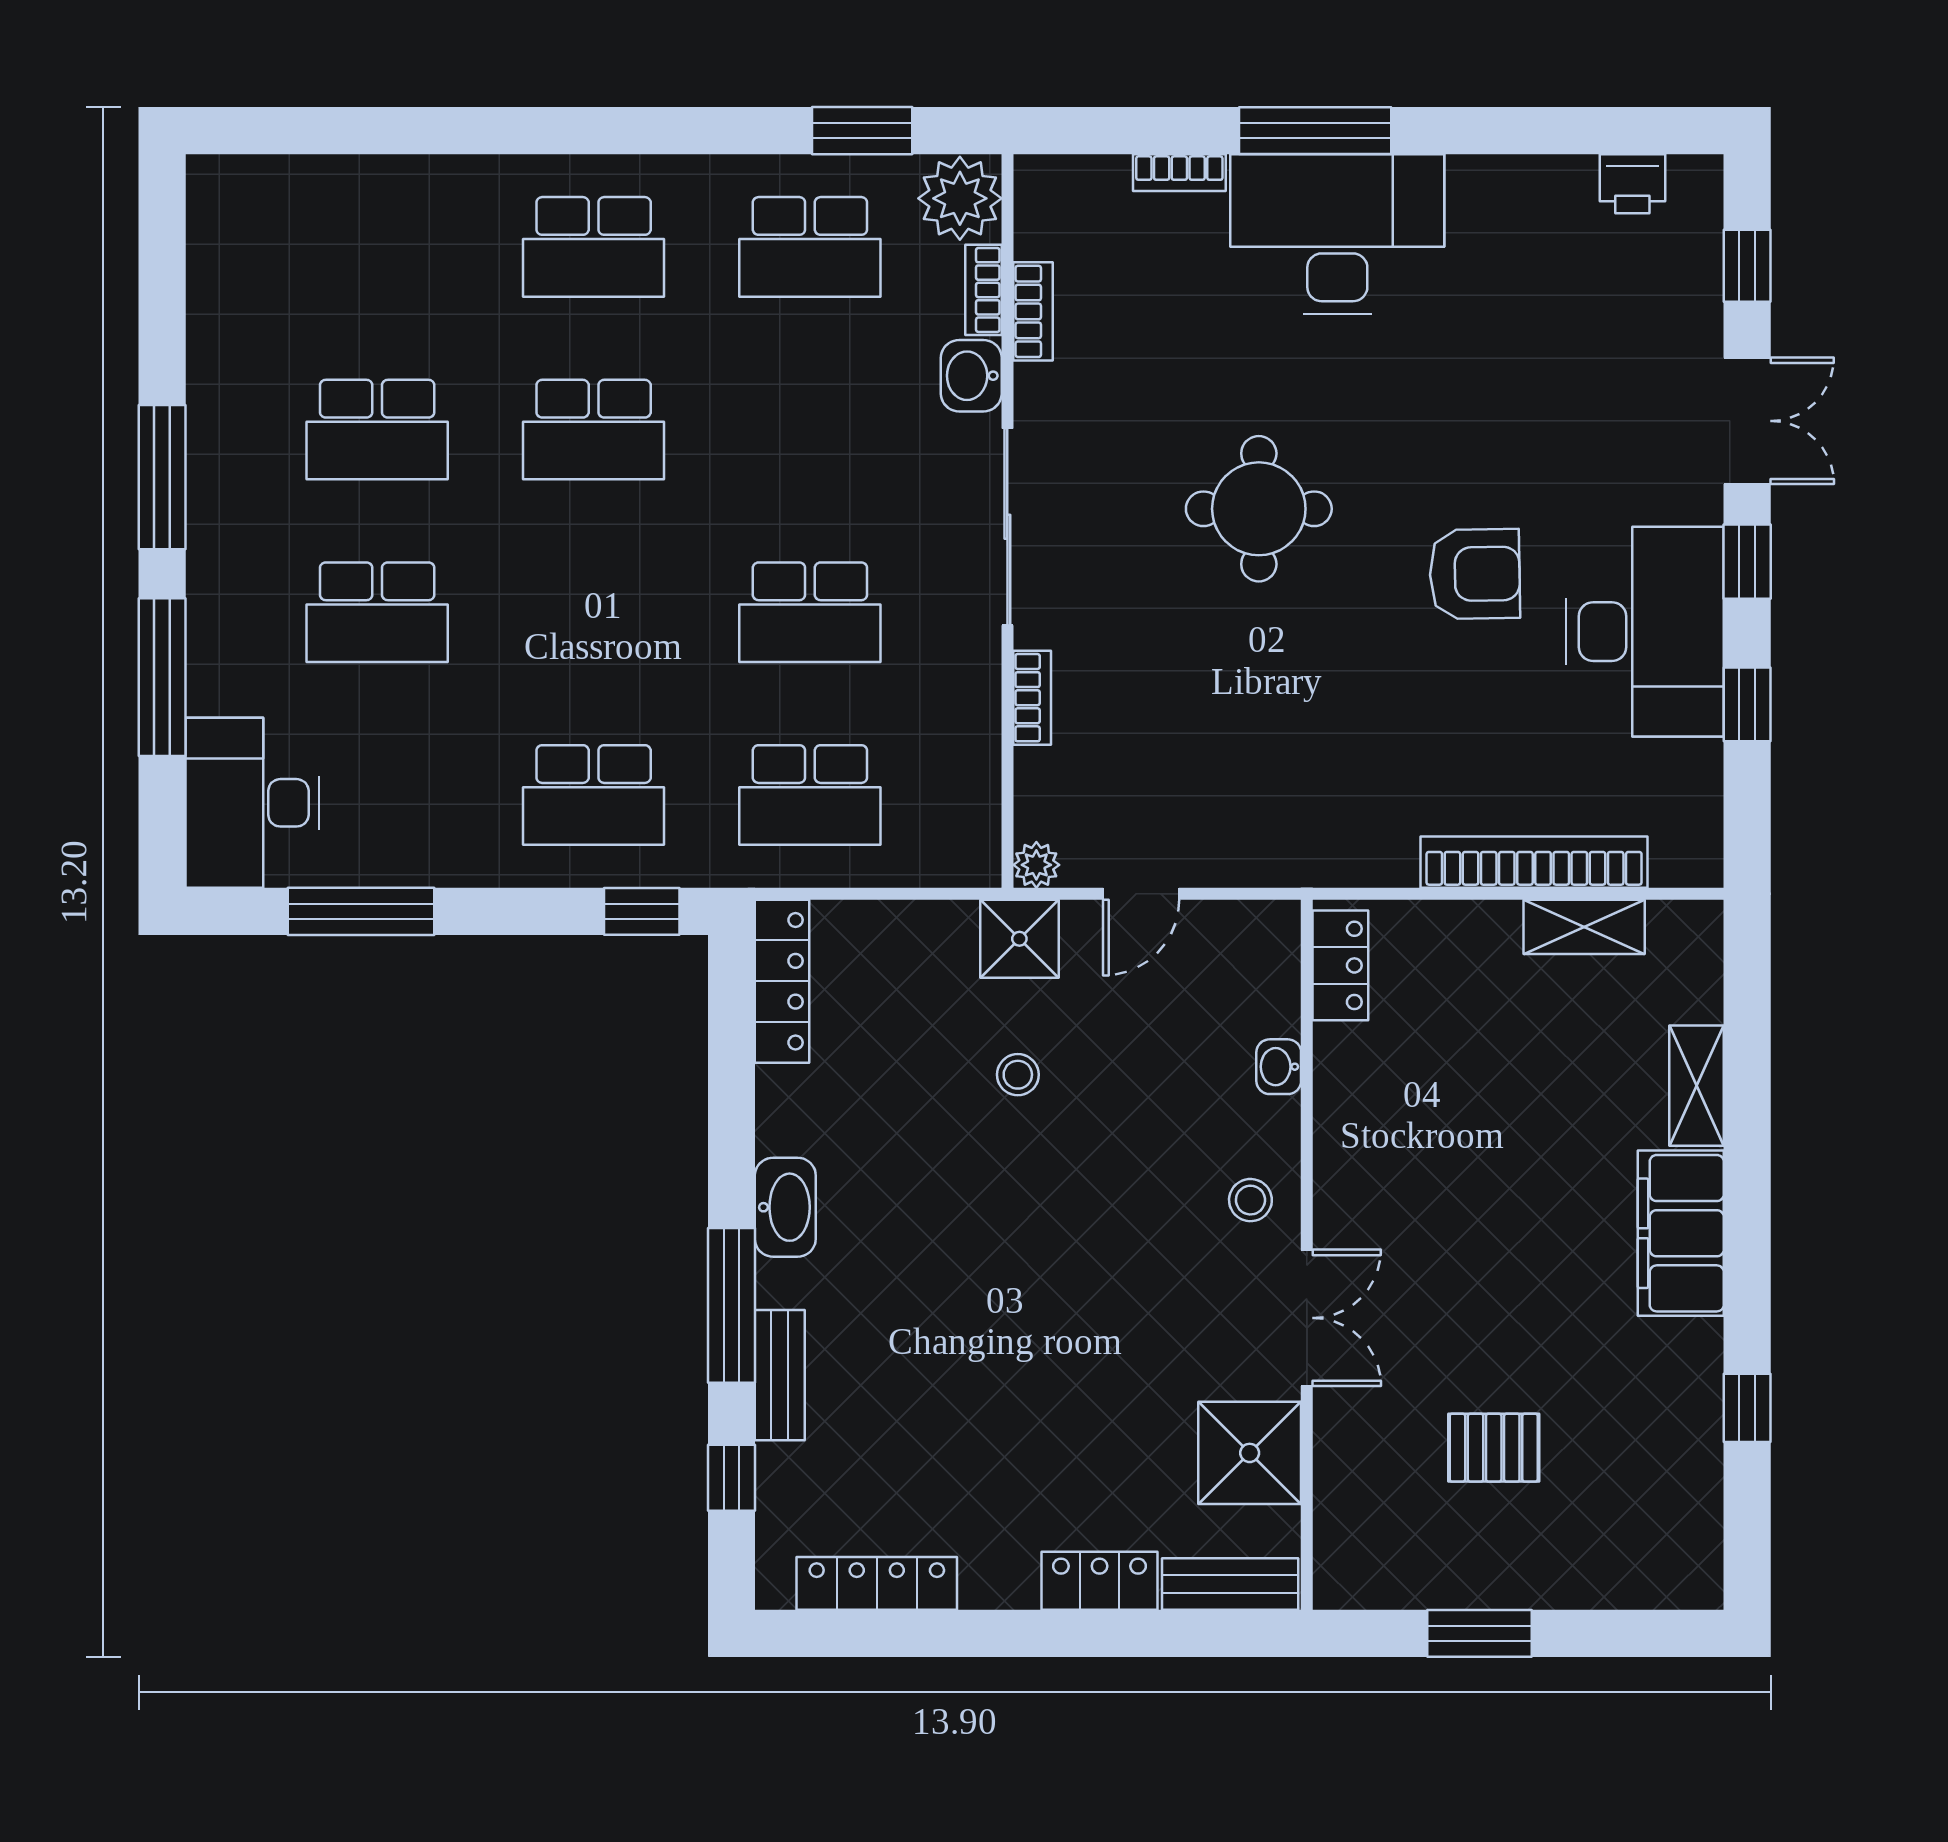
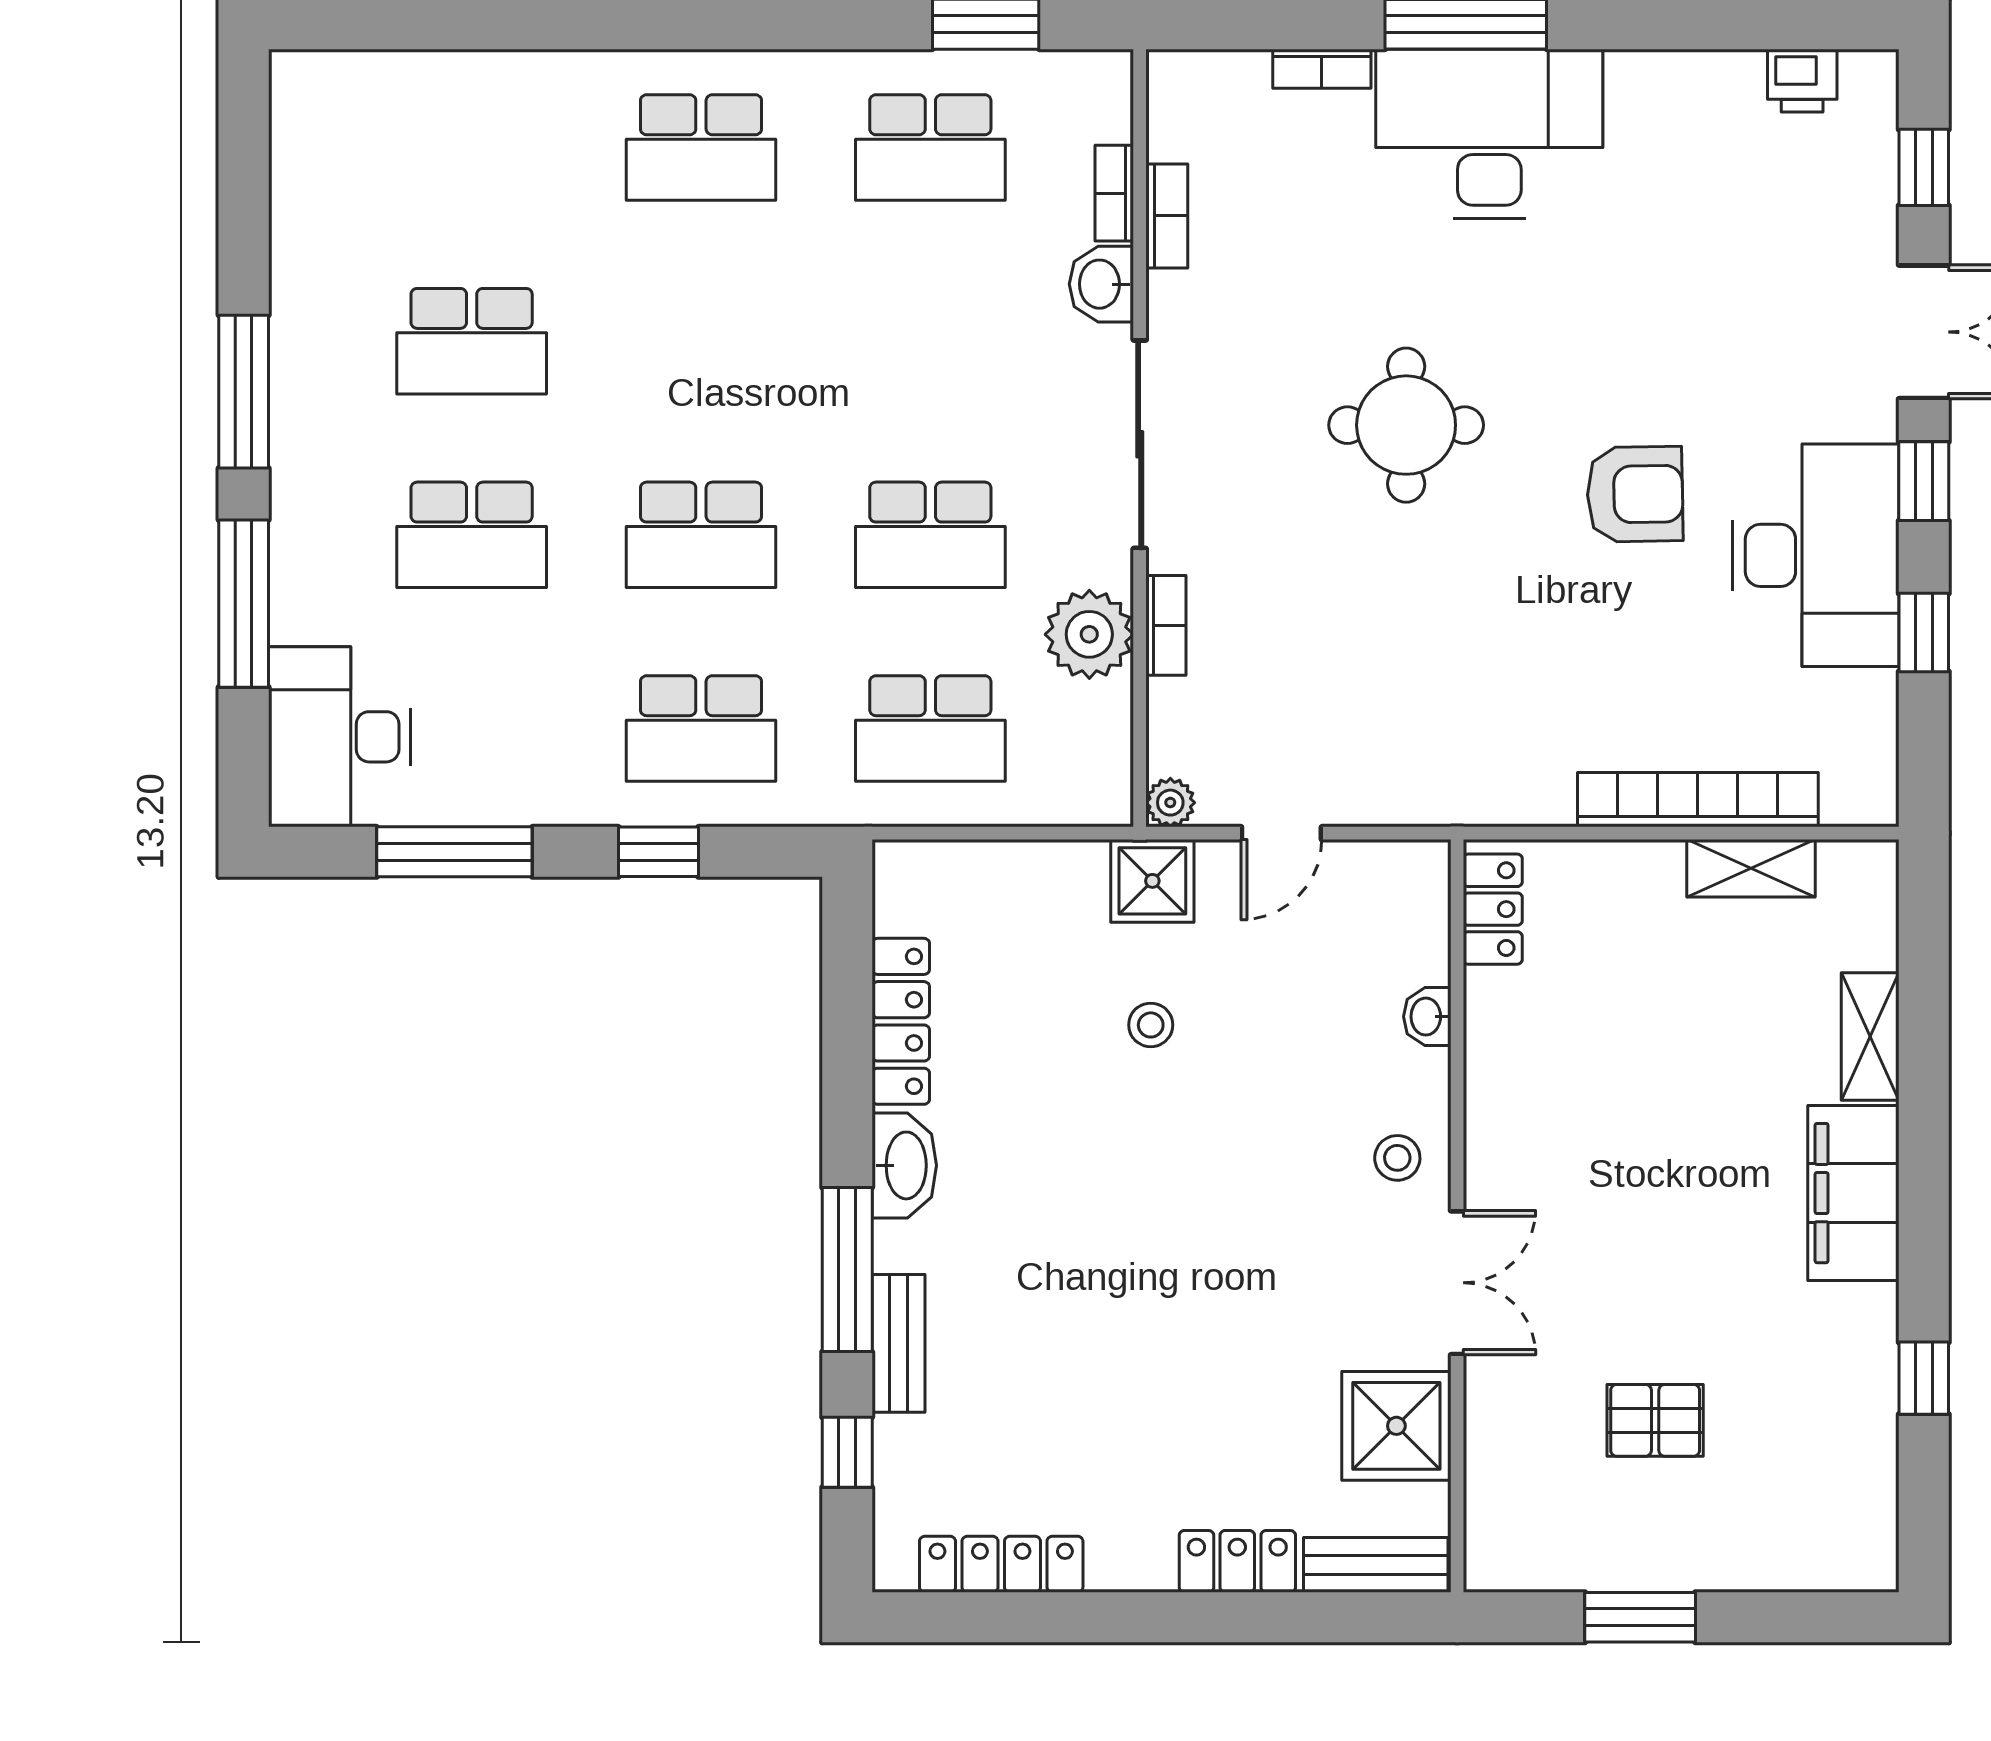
plant: (960, 198) -> (1089, 634), moved
school desk: (594, 430) -> (701, 535), moved
window: (642, 911) -> (658, 852), moved
locker: (782, 981) -> (901, 1021), moved

